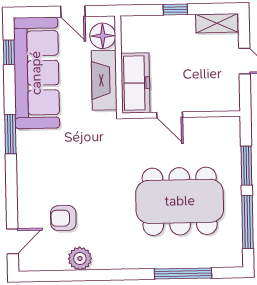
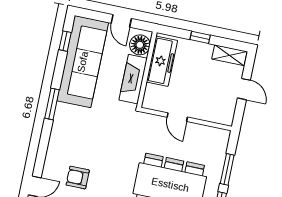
freezer: (135, 83) -> (162, 61), moved

